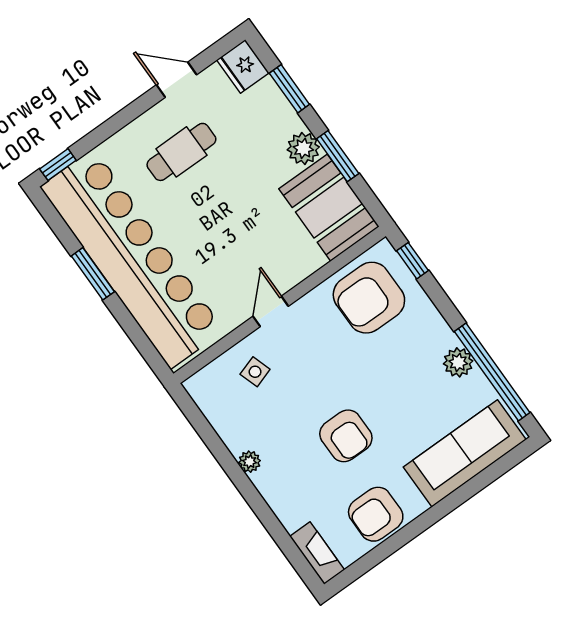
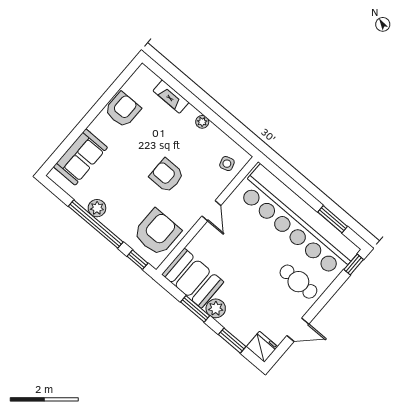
cafe table: (181, 152) -> (298, 282), moved, turned 90
window: (93, 274) -> (333, 219), moved
side table: (255, 372) -> (227, 164), moved
window: (492, 372) -> (96, 224), moved
armchair: (346, 436) -> (167, 175), moved
sofa: (465, 453) -> (80, 157), width x0.73
fireplace: (317, 553) -> (171, 97), moved

